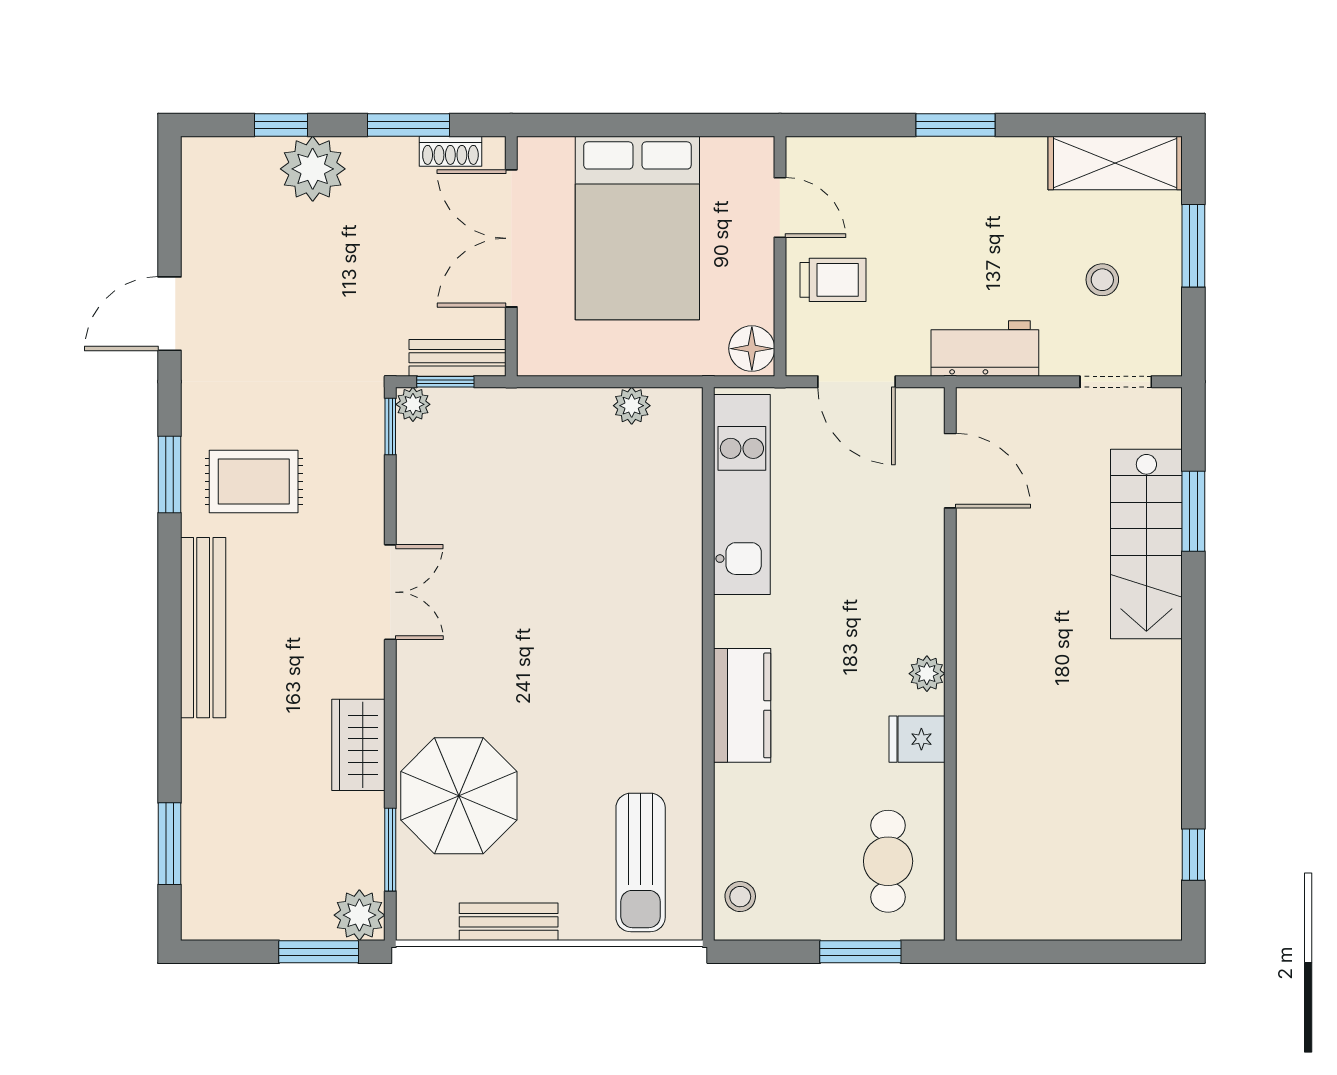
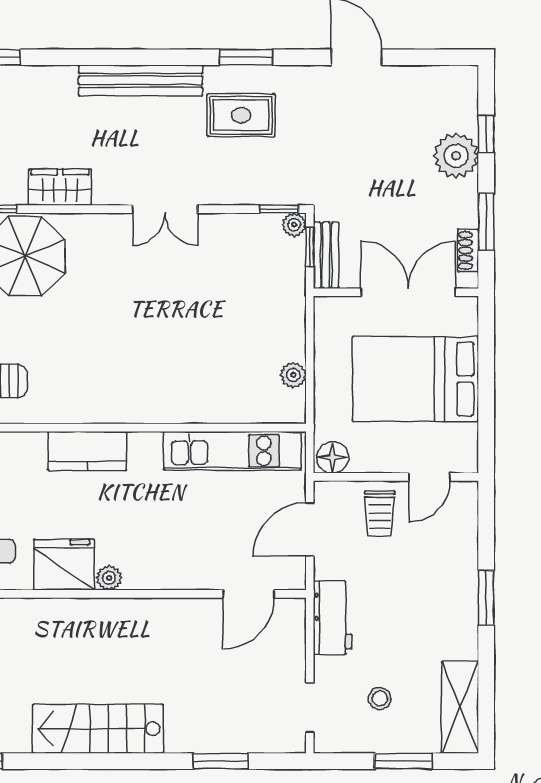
rug: (254, 481) -> (241, 115), turned 90
stairs: (1146, 544) -> (98, 729), moved
fridge: (917, 739) -> (64, 565), width x1.88, depth x1.34

